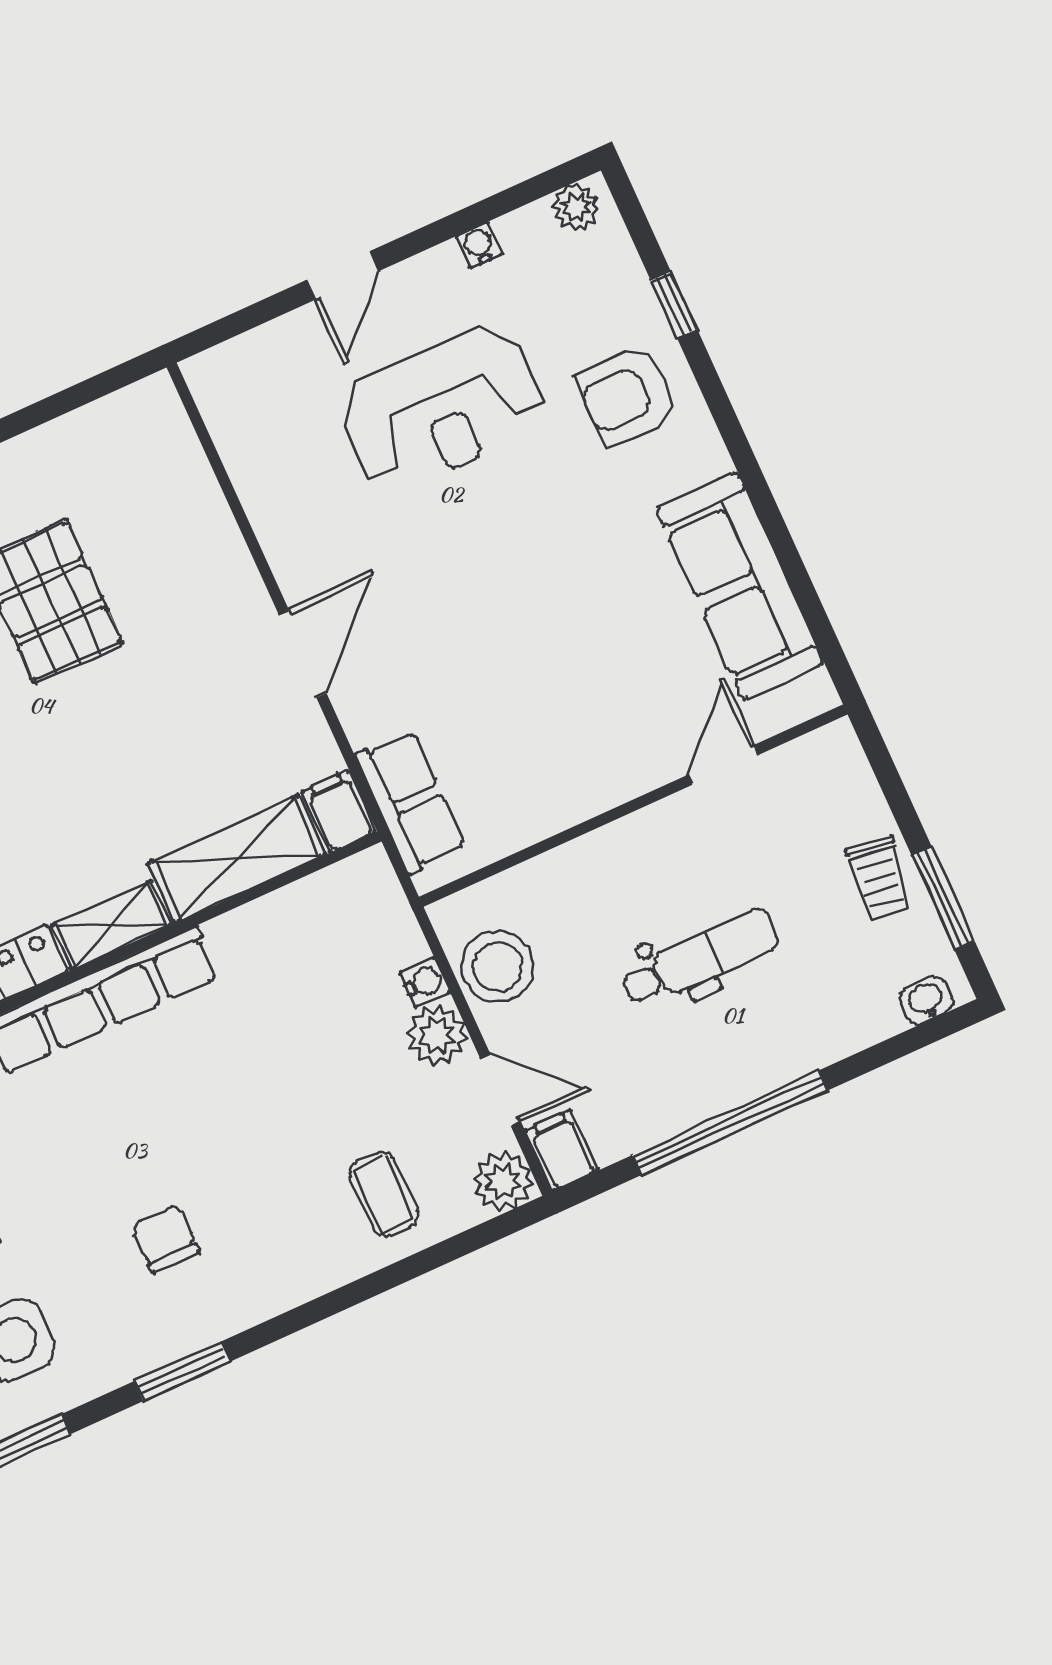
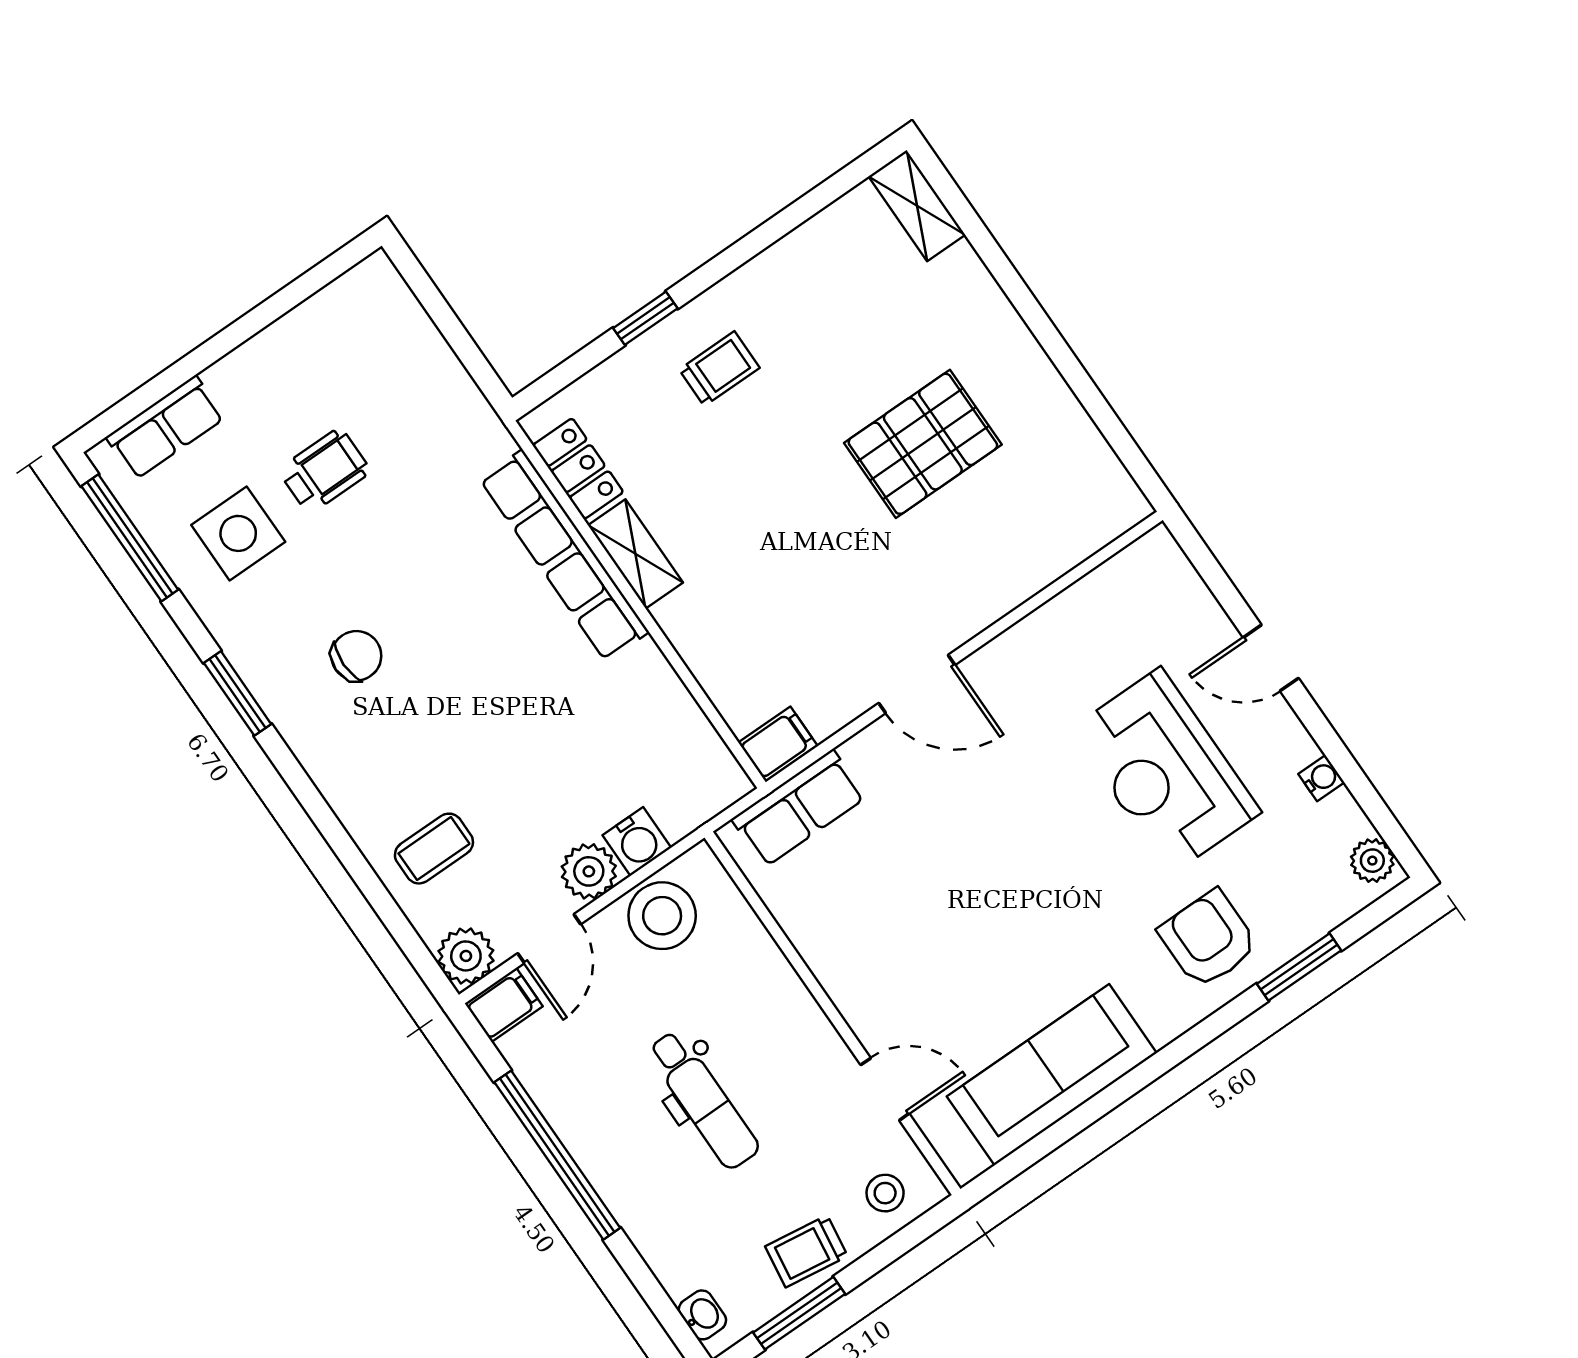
window: (674, 305) -> (1299, 967), width x1.50
stool: (833, 785) -> (885, 1193), added
shelving: (237, 859) -> (717, 658), removed
water cooler: (425, 982) -> (637, 841), width x1.38, depth x1.38

